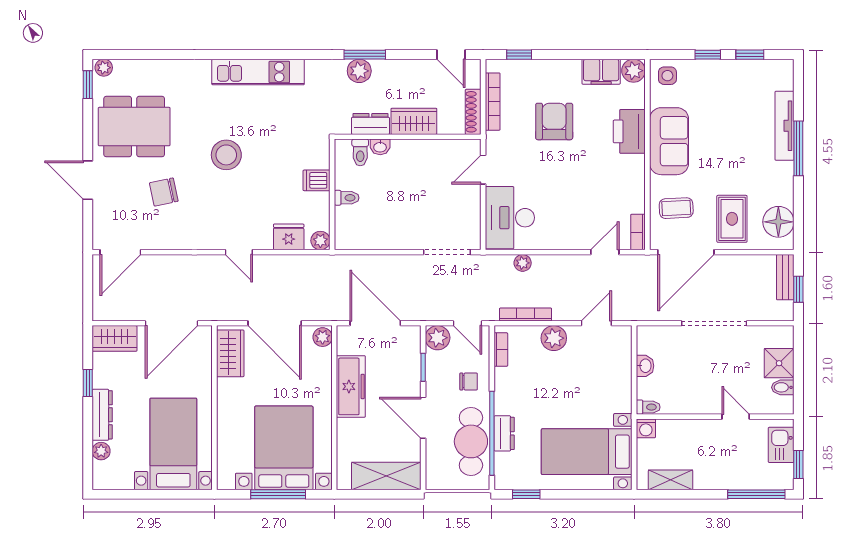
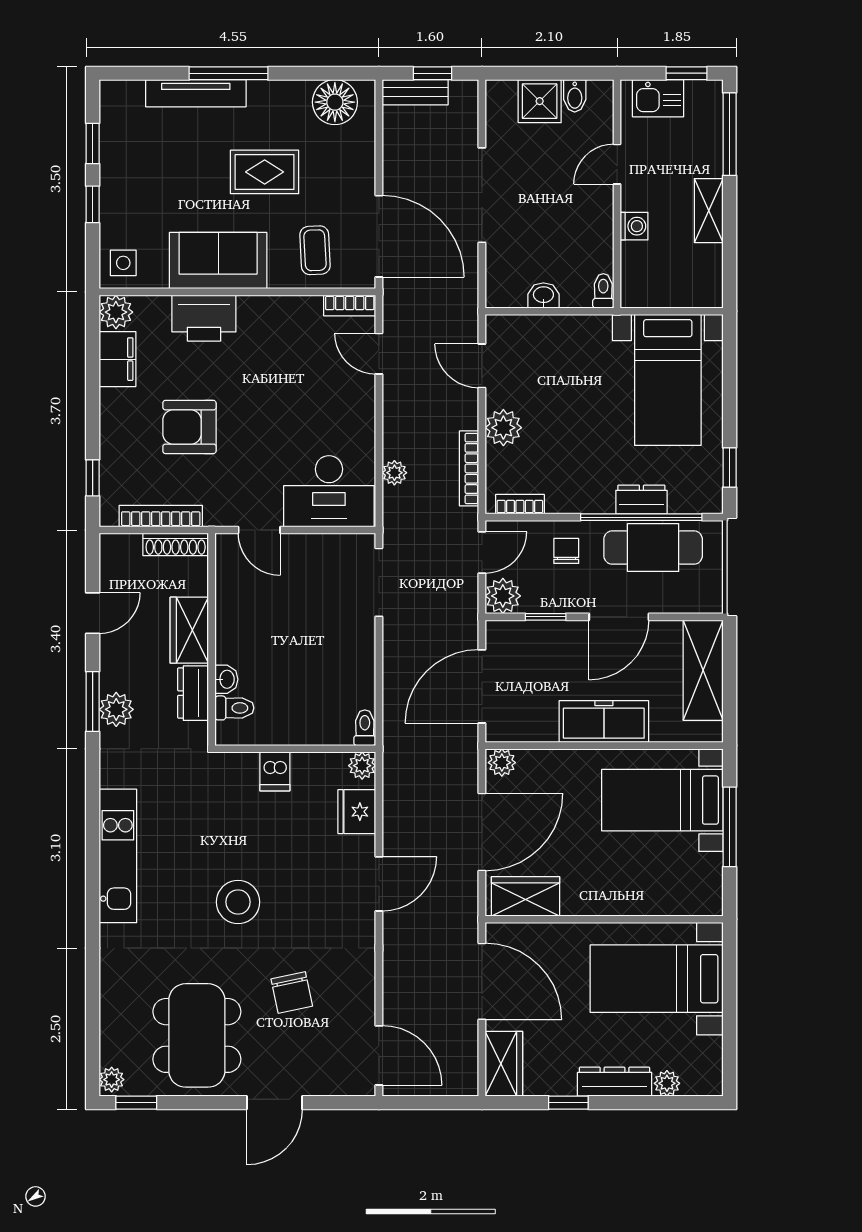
door: (451, 55) -> (93, 613), moved
toilet: (347, 198) -> (365, 728), moved
rug: (732, 219) -> (265, 172), moved
door: (239, 252) -> (379, 884), width x1.38
freezer: (351, 386) -> (604, 722), moved
washing machine: (646, 428) -> (634, 226), moved
bed with nightstands: (284, 448) -> (662, 800), width x0.73
shelving: (671, 480) -> (709, 211), moved

